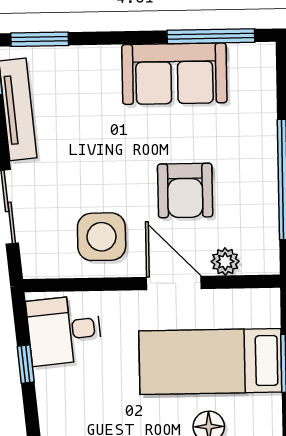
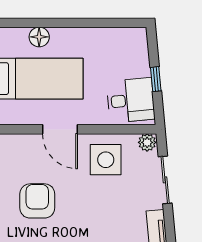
armchair: (185, 190) -> (37, 201), moved
plant: (225, 262) -> (147, 142), moved

